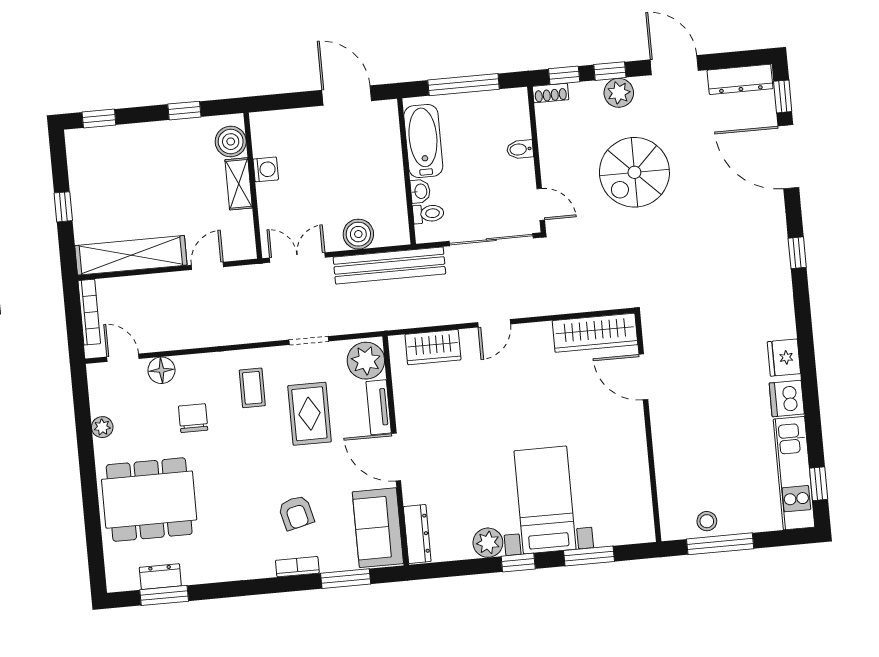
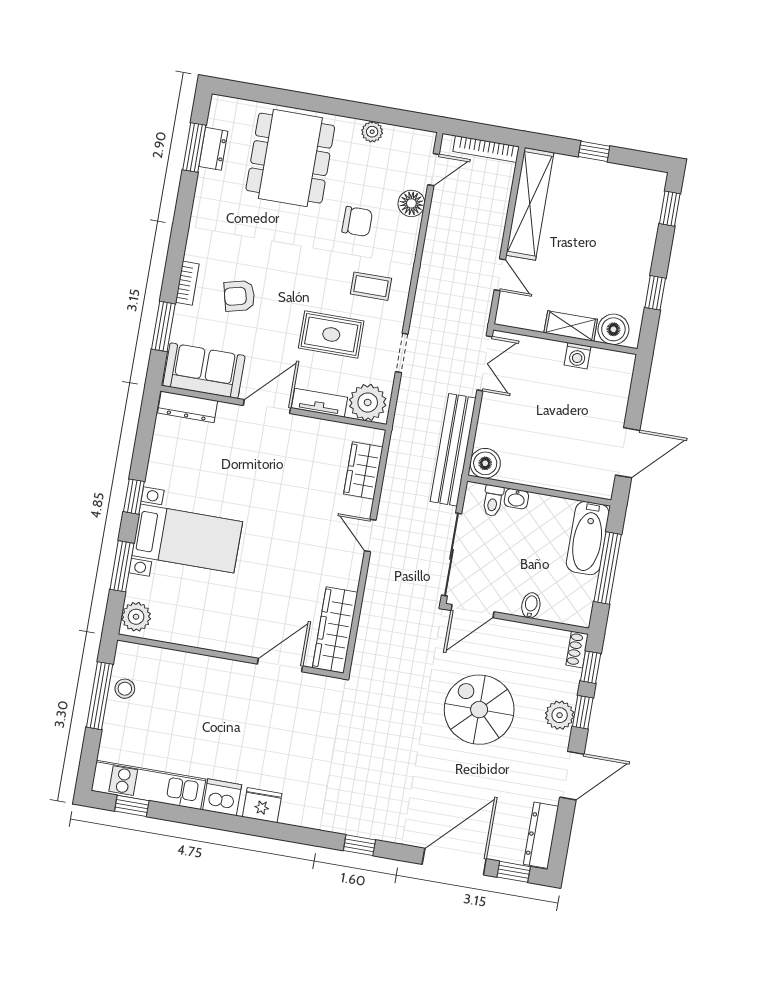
bathtub: (423, 141) -> (588, 538), moved, turned 90
door: (541, 204) -> (473, 611), width x1.37
boiler: (358, 234) -> (485, 463), moved
plant: (488, 543) -> (136, 617), moved

